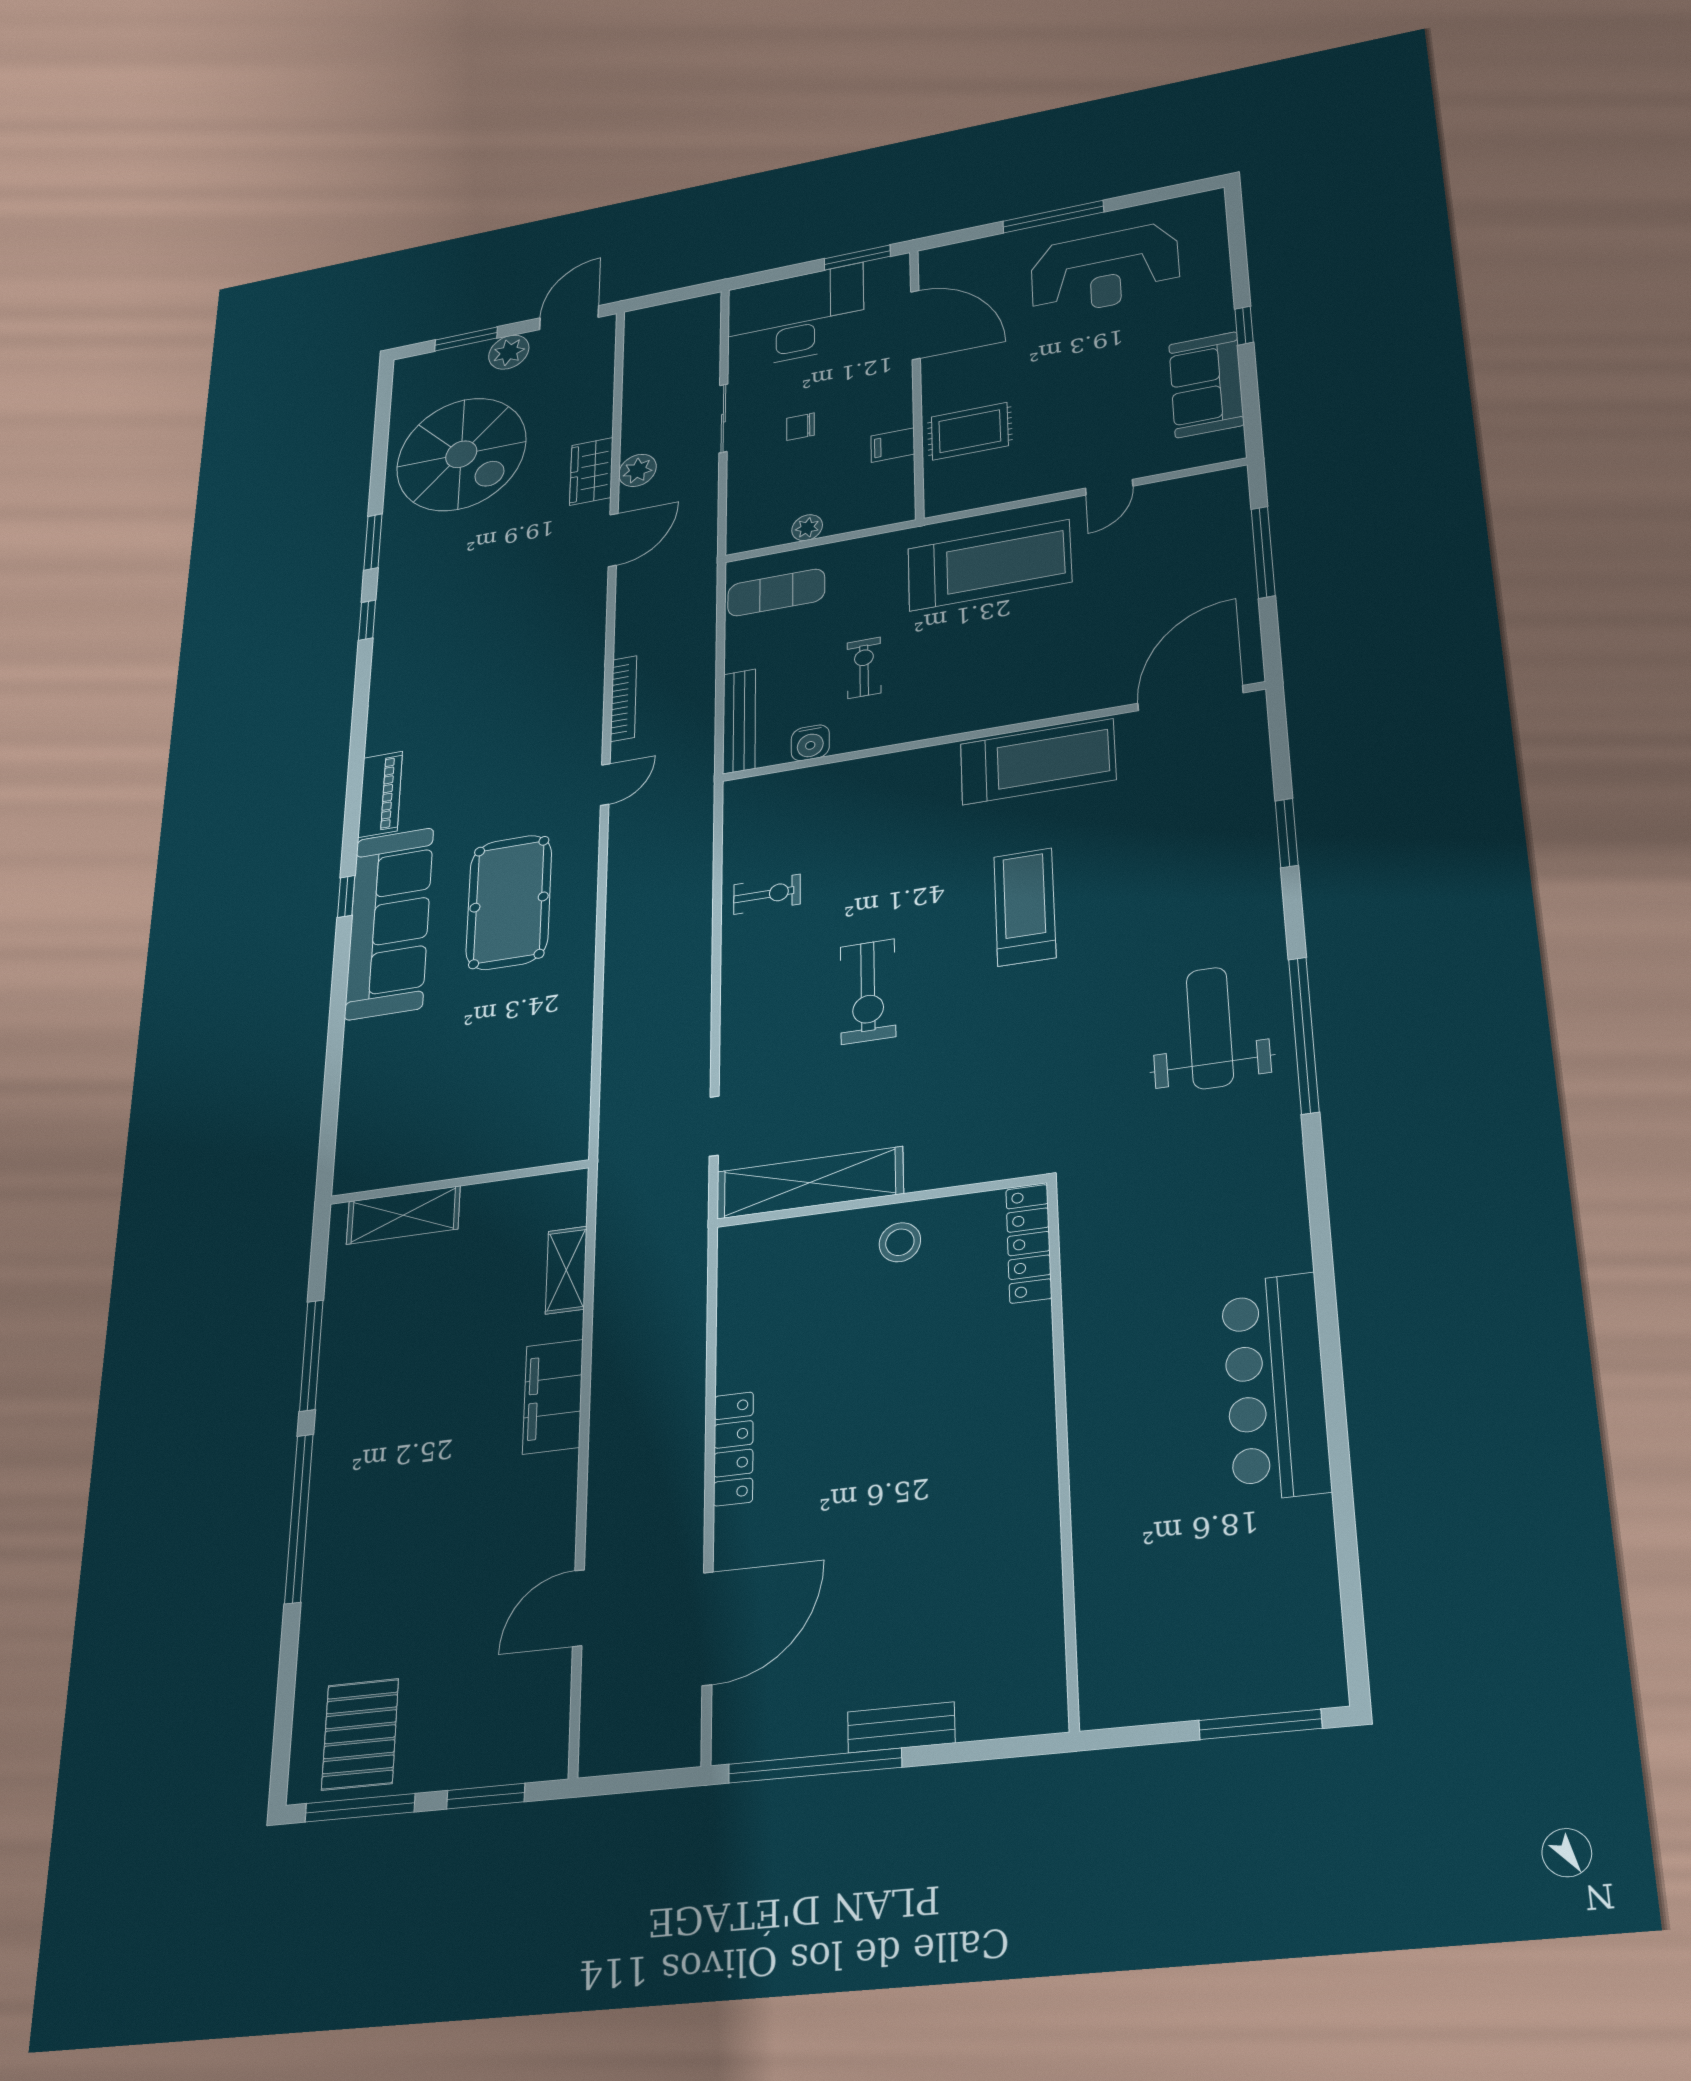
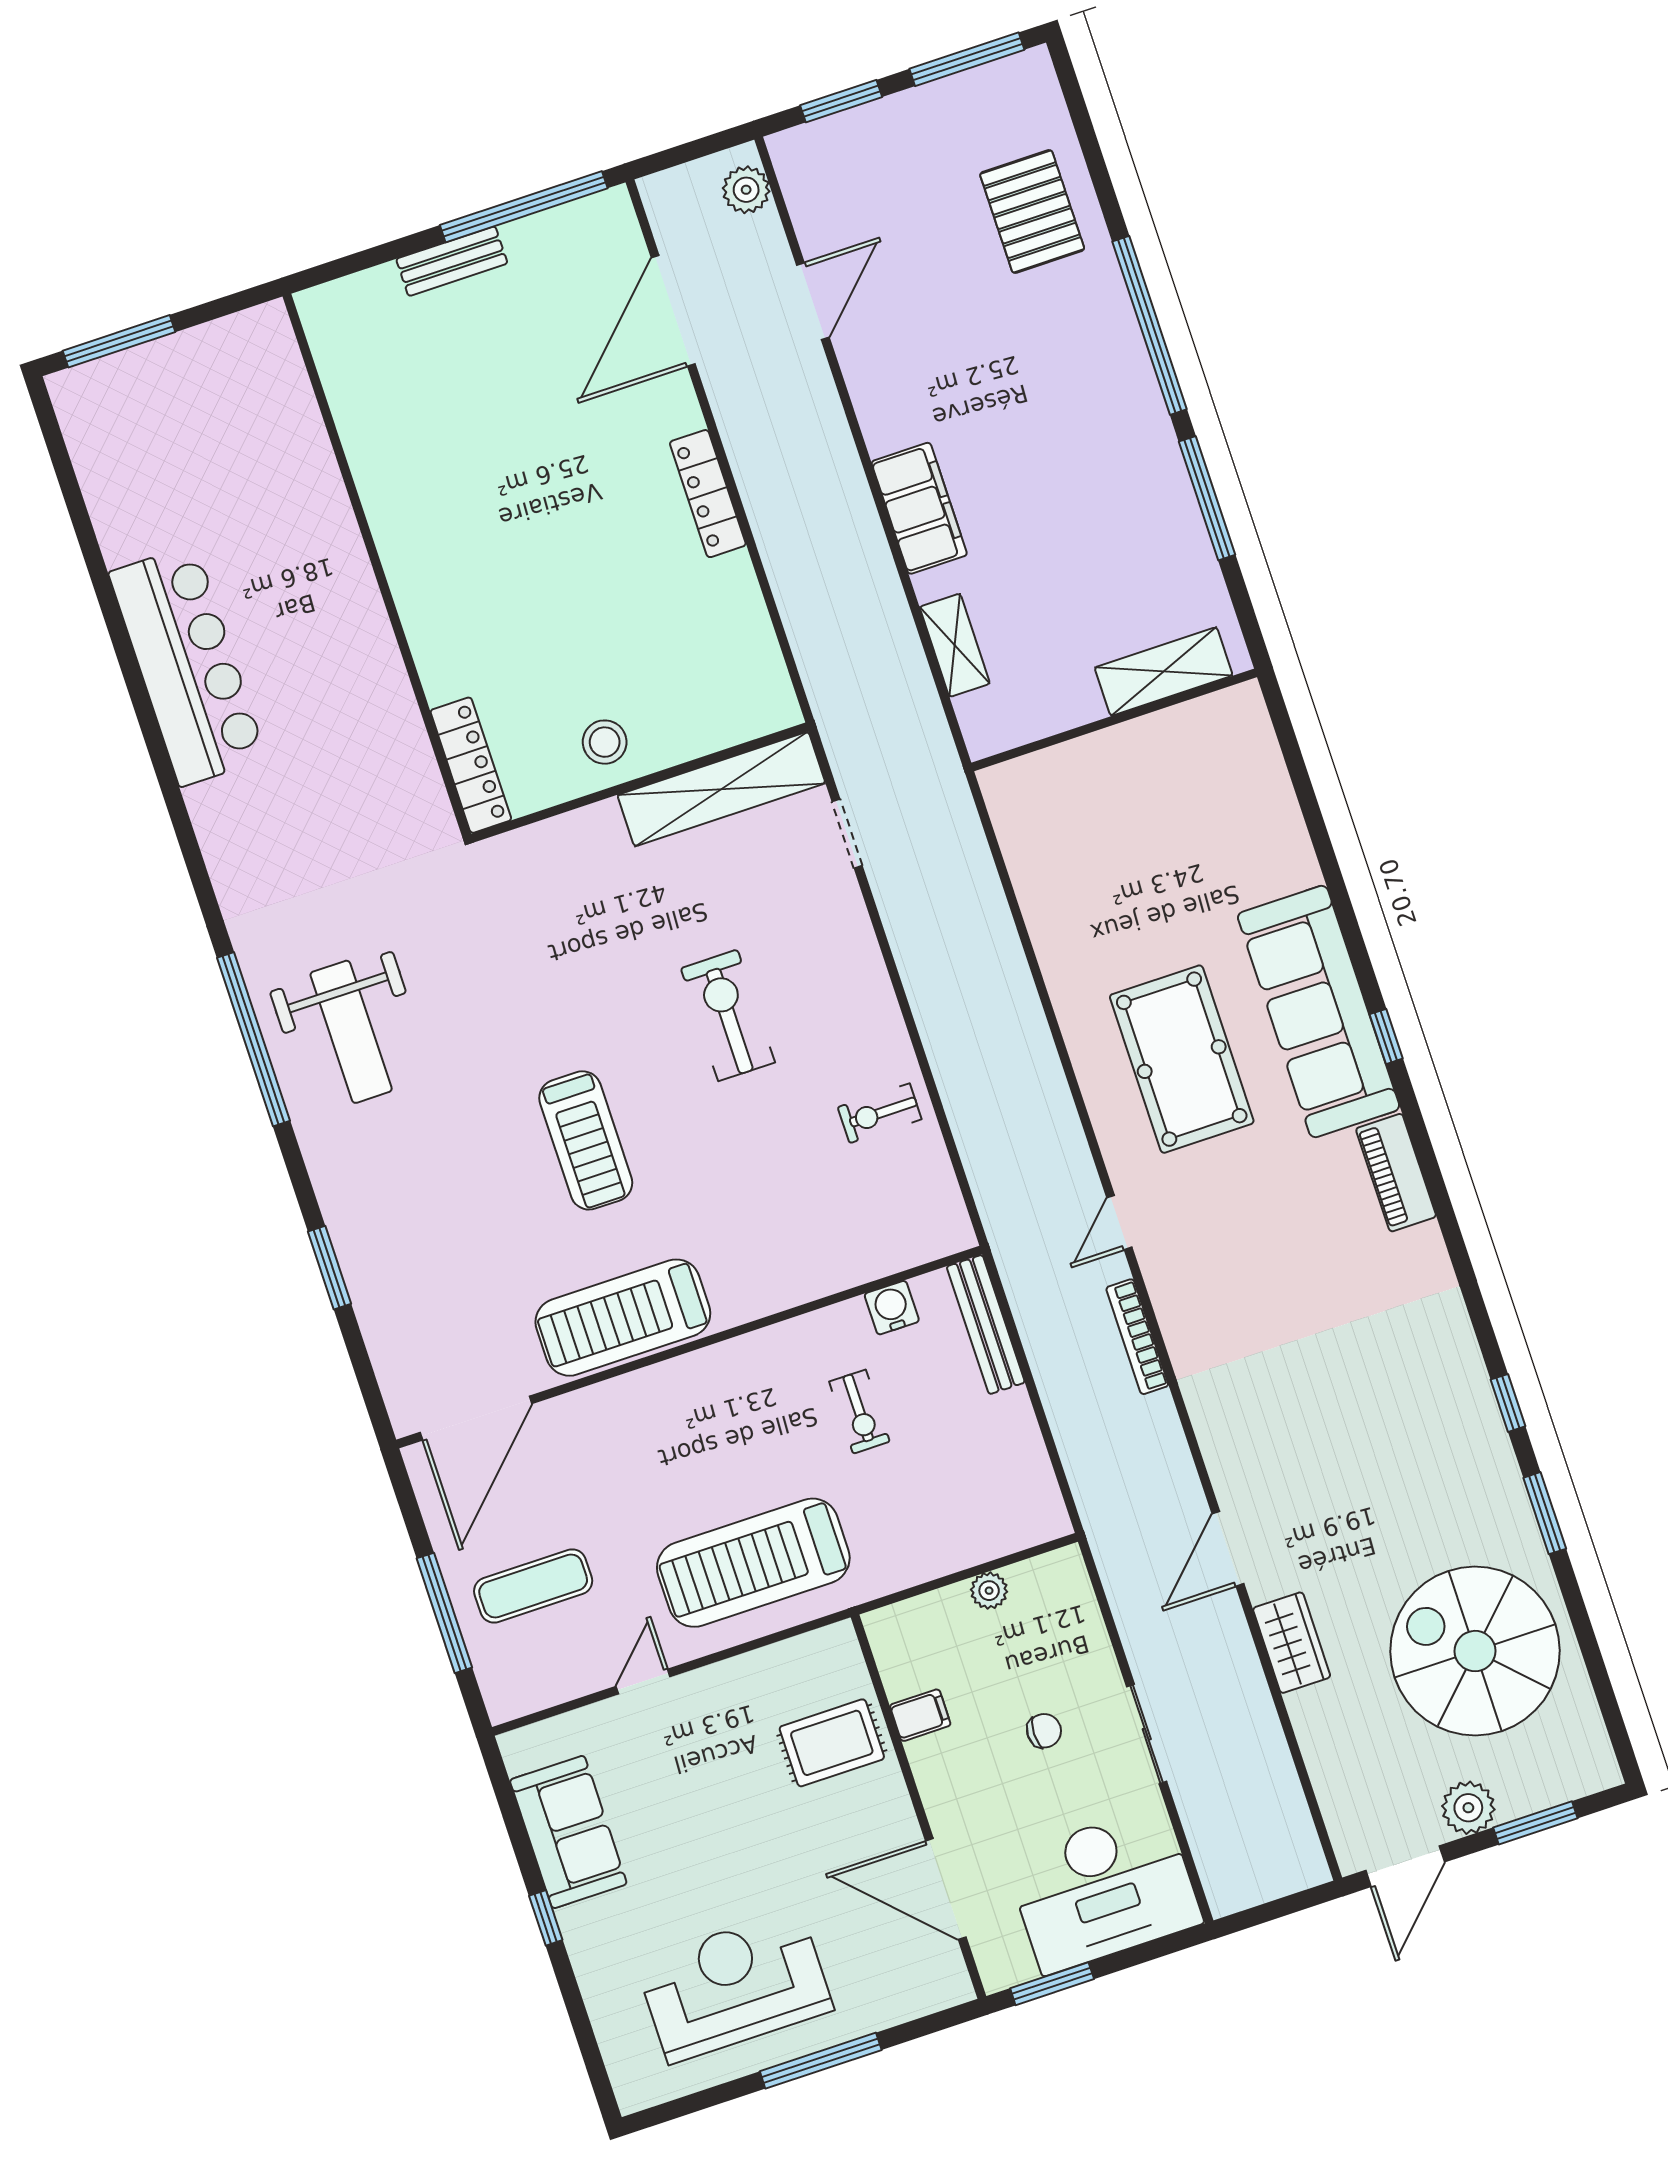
plant: (638, 470) -> (746, 190), moved
exercise mat: (776, 593) -> (533, 1586), moved
pallet: (360, 1734) -> (1032, 212), moved

